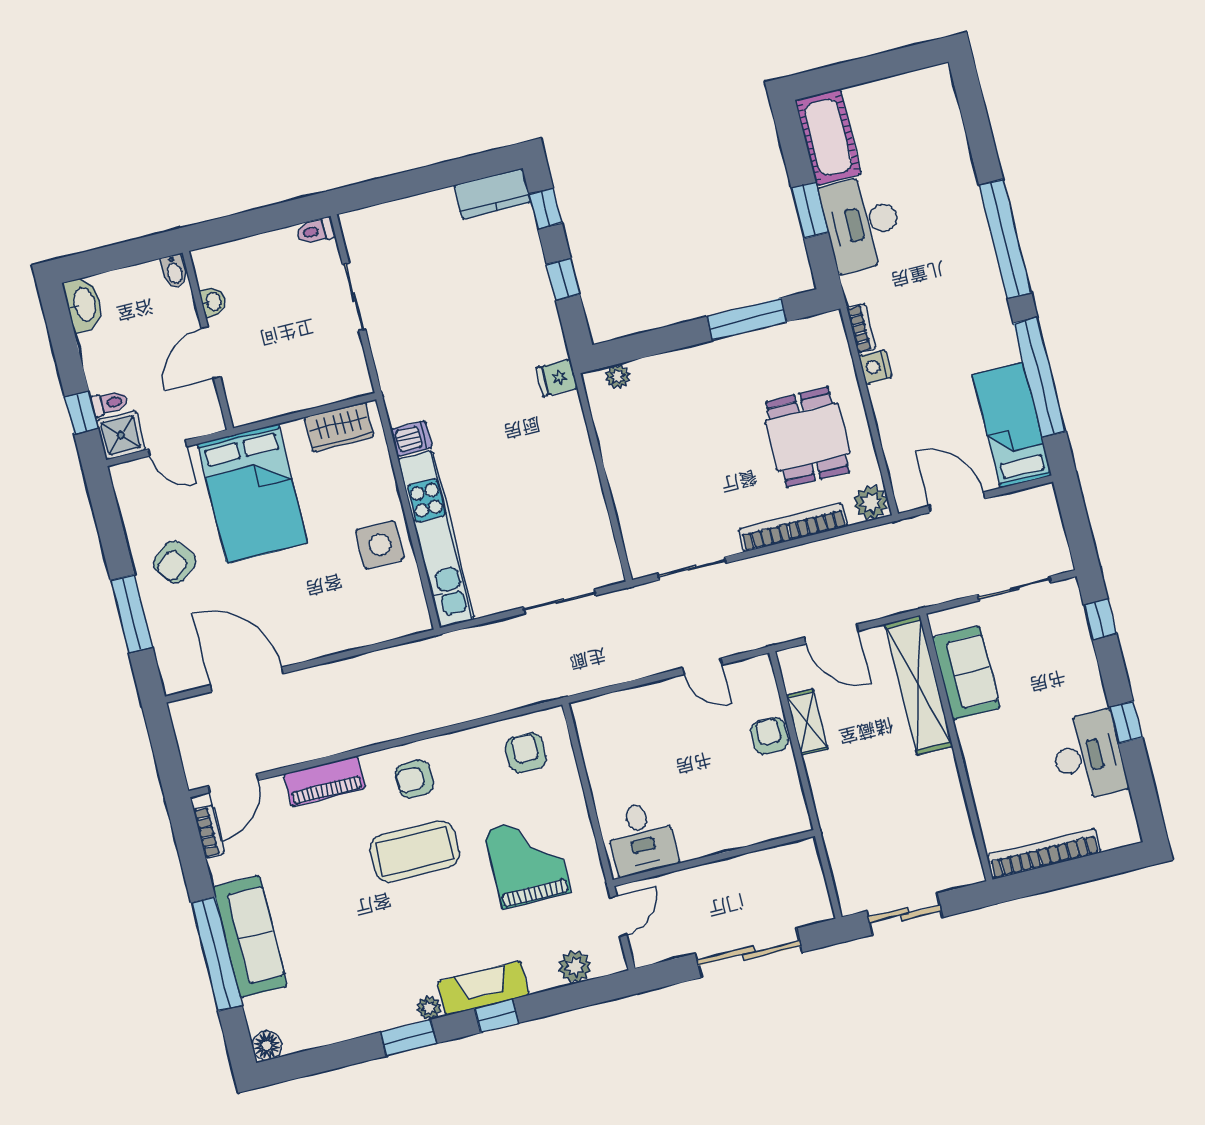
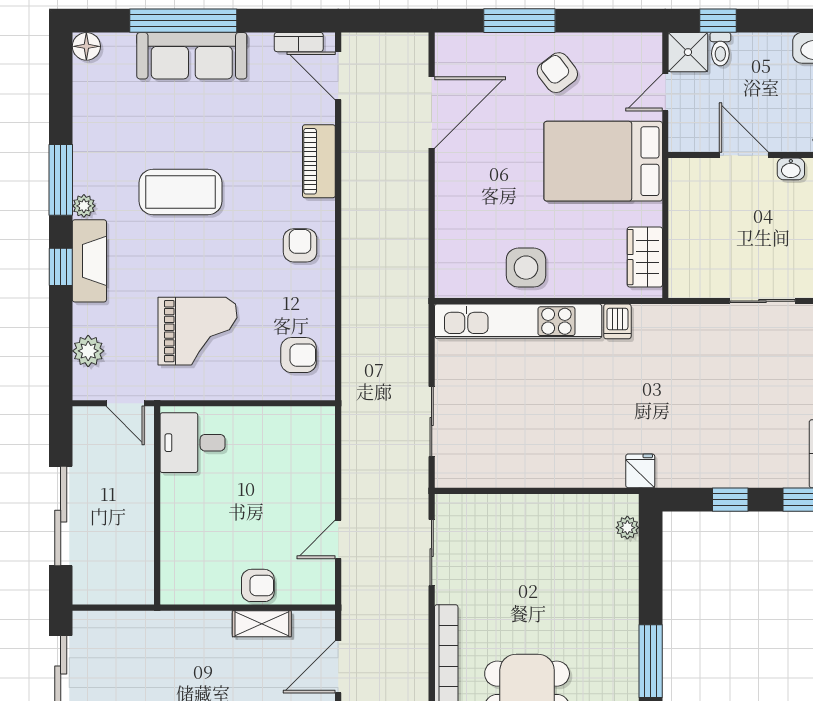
coffee table: (415, 851) -> (180, 192), moved, turned 90
window: (408, 1038) -> (61, 180), width x1.44

